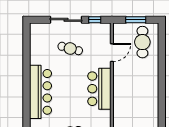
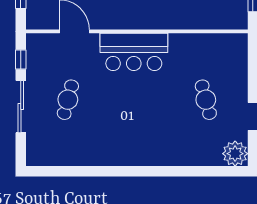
bar counter: (40, 92) -> (139, 148), removed

